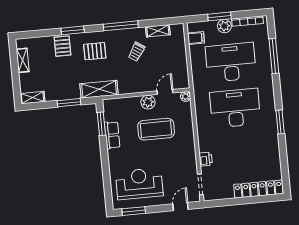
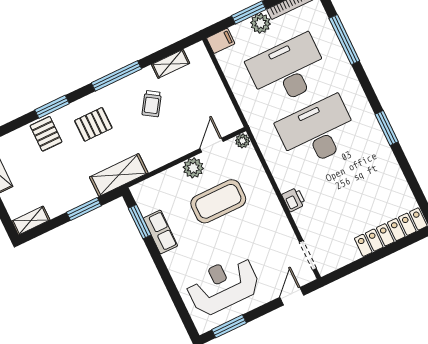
filing cabinet: (196, 38) -> (221, 41), moved
printer: (206, 159) -> (294, 200), moved

